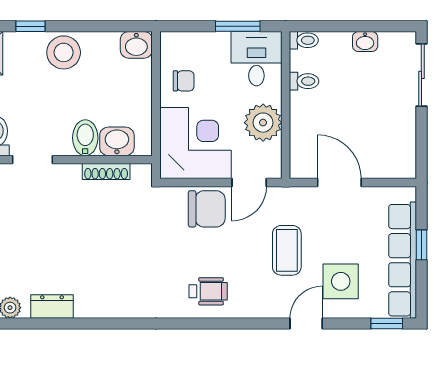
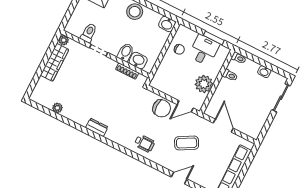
desk: (256, 59) -> (204, 50), moved
corner desk: (196, 143) -> (171, 78), removed
window: (421, 245) -> (245, 169), removed
coffee table: (287, 250) -> (187, 143), turned 61
side table: (341, 281) -> (203, 168), removed
dresser: (52, 307) -> (97, 127), moved

